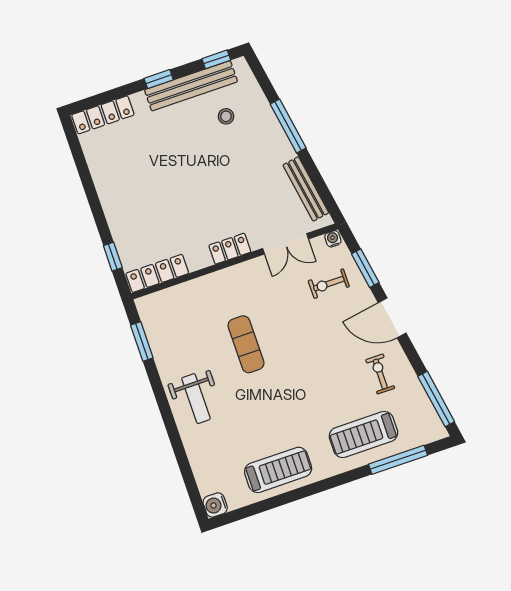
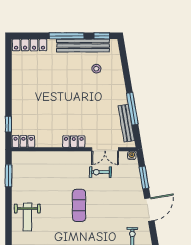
window: (159, 79) -> (67, 36), width x2.17
window: (288, 126) -> (132, 109), moved
locker: (157, 273) -> (23, 141), width x0.66
exercise bike: (329, 284) -> (100, 172), moved
door: (392, 318) -> (149, 210), swing flipped
exercise mat: (246, 344) -> (79, 205), moved

